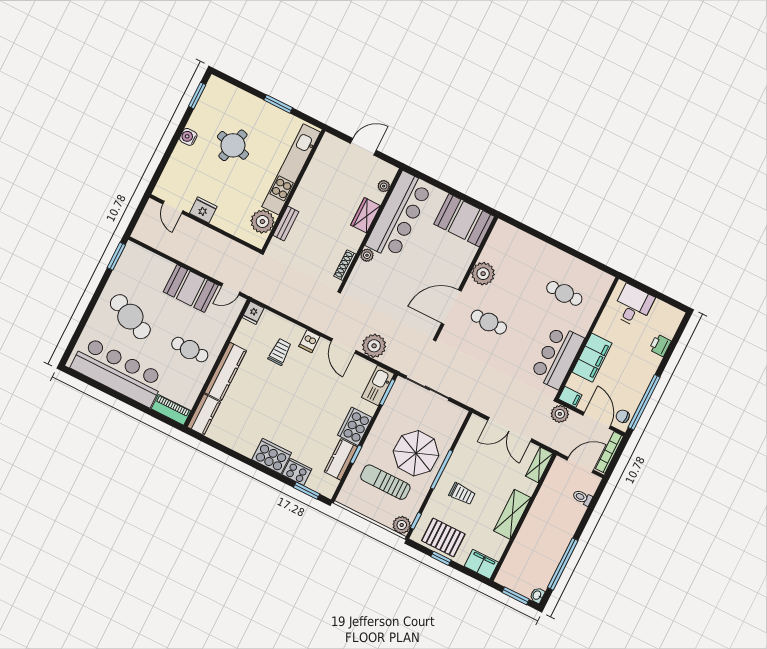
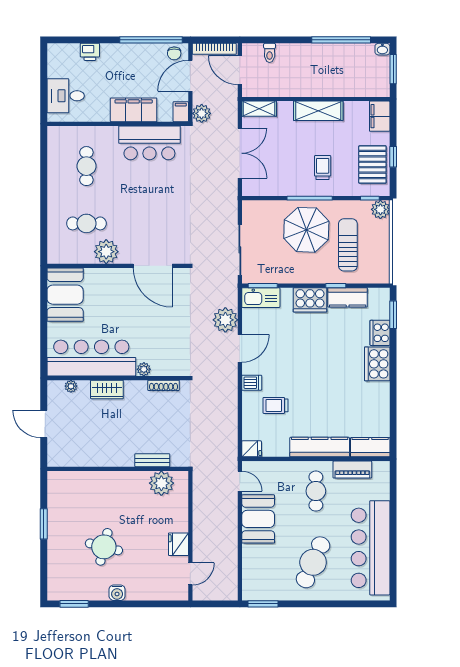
kitchen unit: (291, 169) -> (99, 481), removed
cafe table: (489, 322) -> (86, 223), moved, turned 90
piano: (171, 410) -> (352, 470), moved, turned -90
sun lounger: (385, 482) -> (348, 245), turned 180

